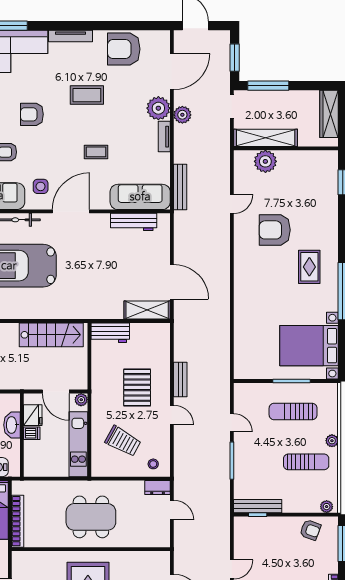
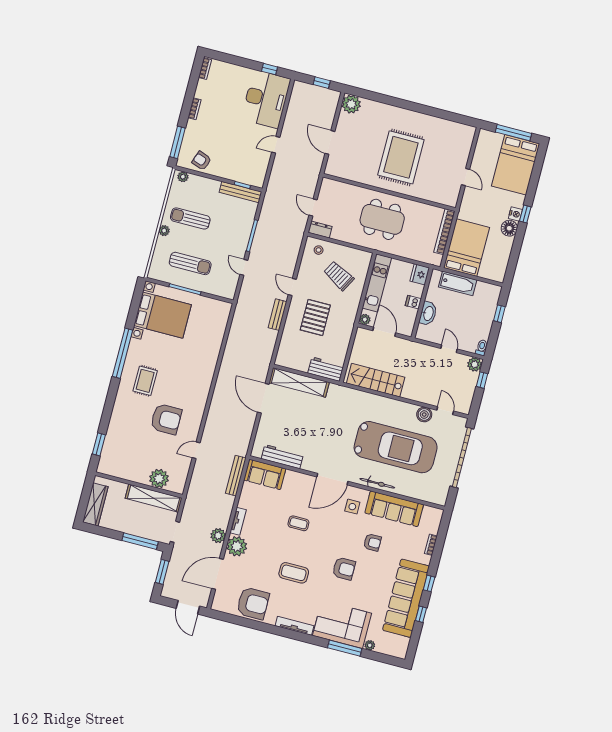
sofa: (140, 197) -> (265, 474), width x0.73
shelving: (147, 310) -> (299, 382), width x1.47
fridge: (33, 415) -> (420, 274), moved

